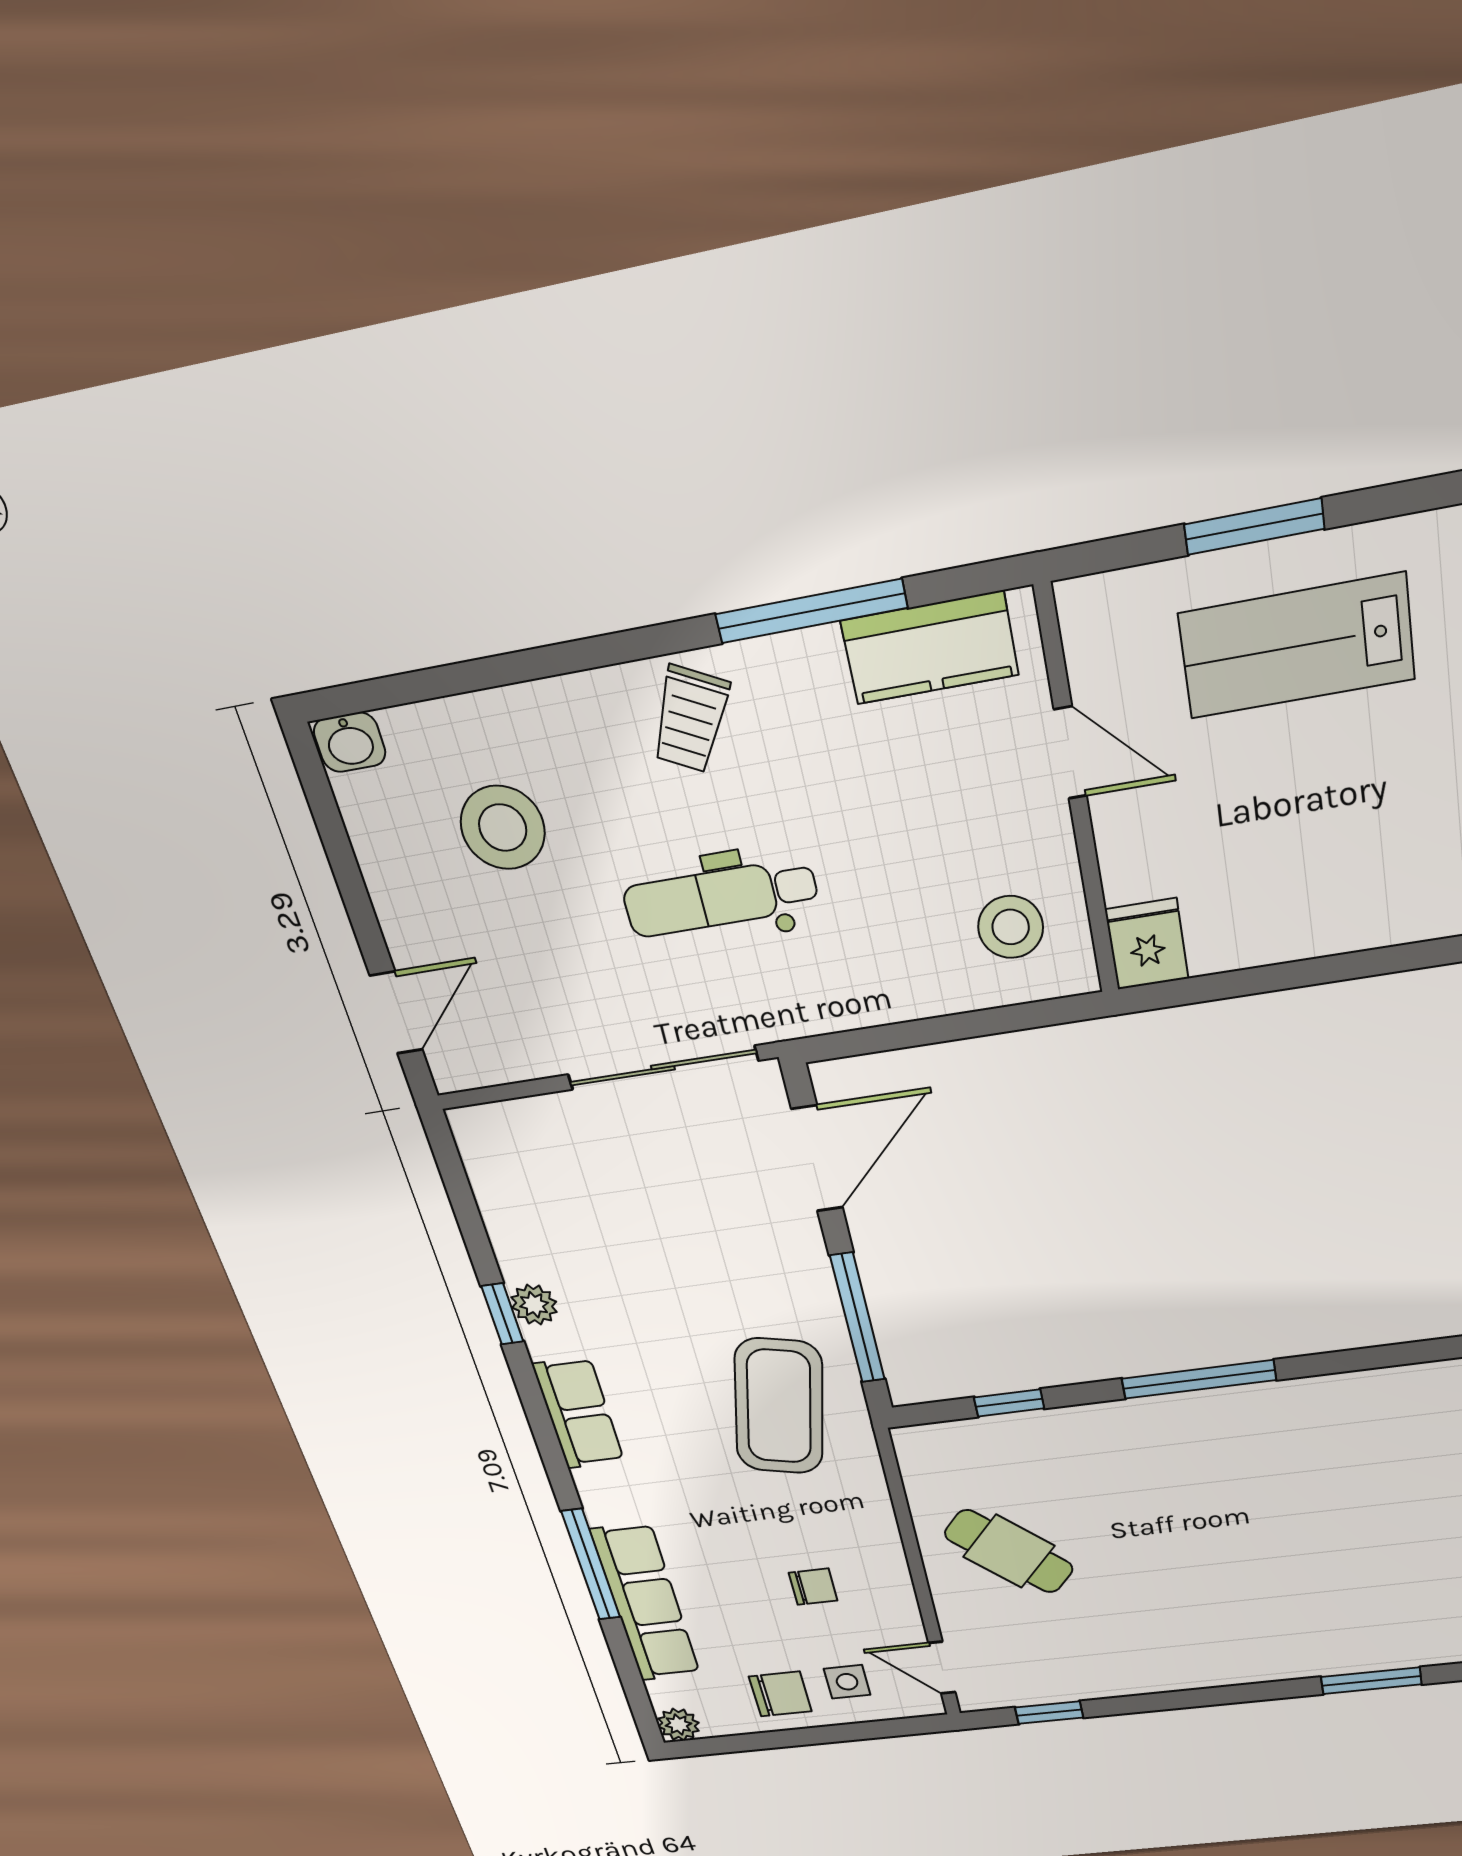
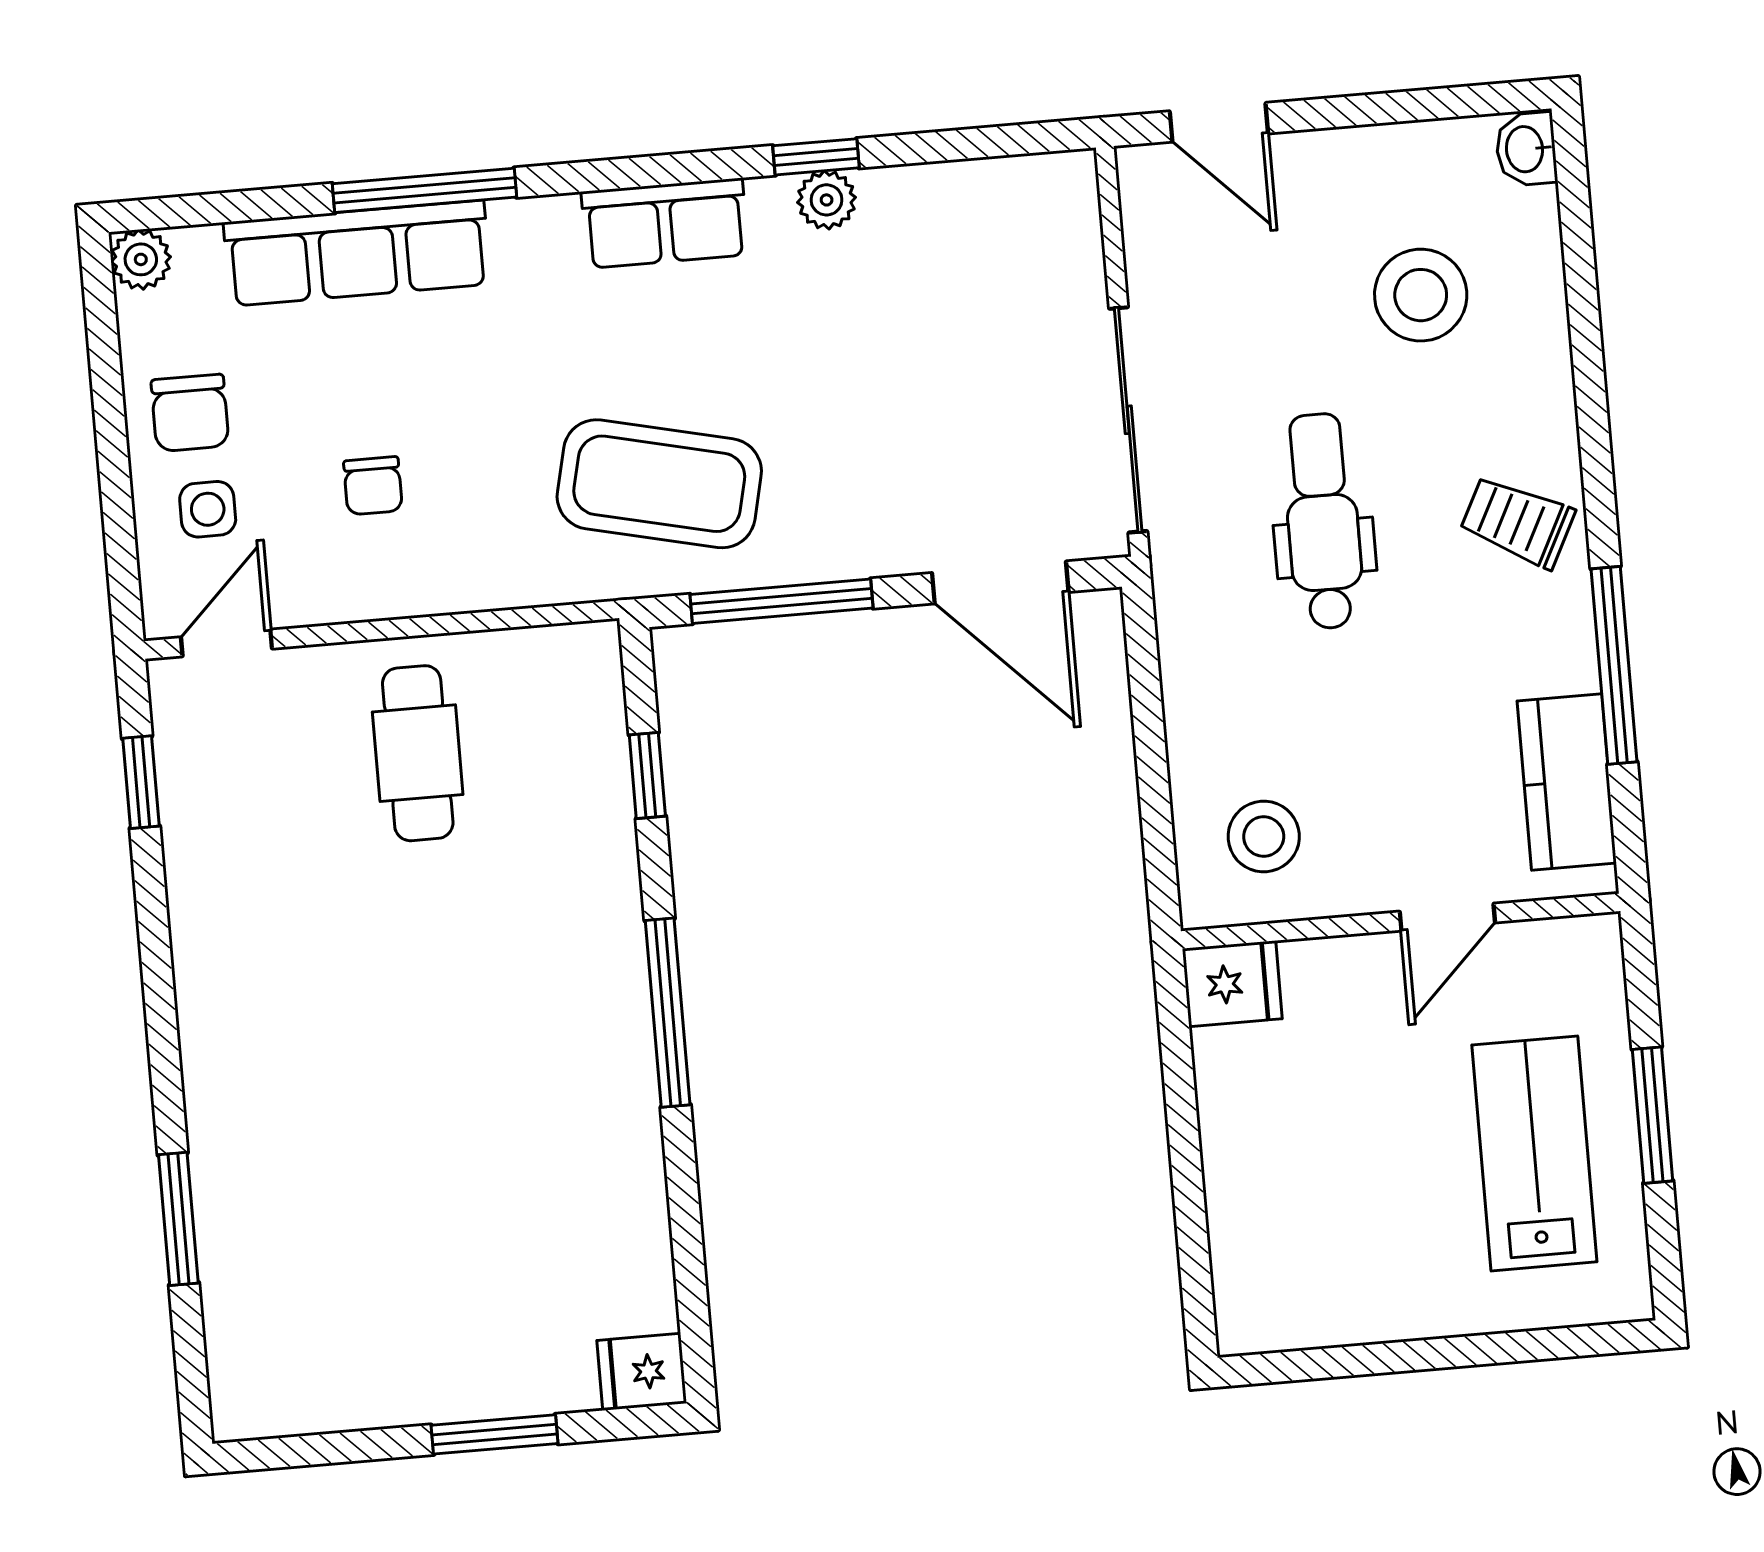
cafe table: (1009, 1551) -> (418, 753), turned -42

